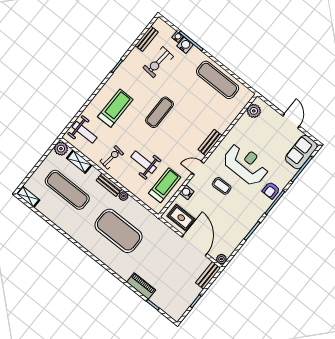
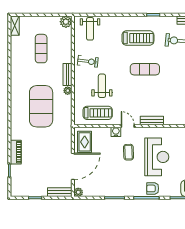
treadmill: (115, 108) -> (138, 38), moved
shelving: (79, 162) -> (67, 41), removed
exercise mat: (67, 190) -> (41, 49), width x0.73, depth x0.69
water cooler: (187, 192) -> (116, 132), moved

